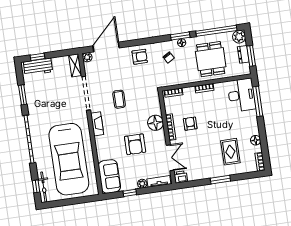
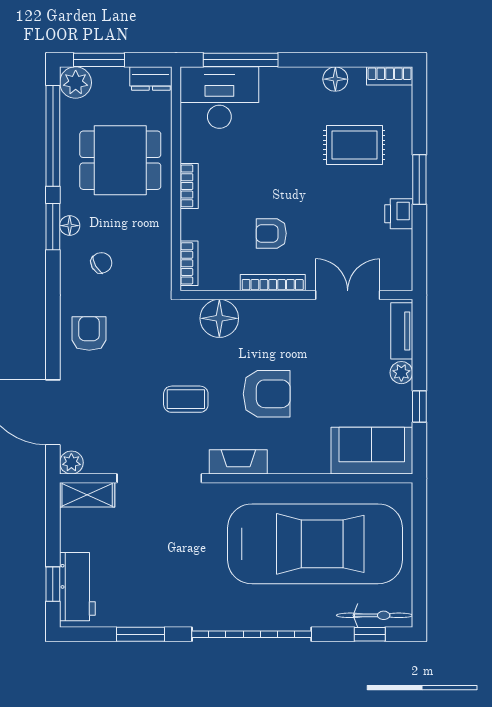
dresser: (243, 54) -> (151, 79), moved
window: (251, 56) -> (99, 60), moved
floor lamp: (155, 123) -> (219, 318), moved
armchair: (135, 144) -> (267, 394), moved
printer: (181, 177) -> (399, 214), moved

